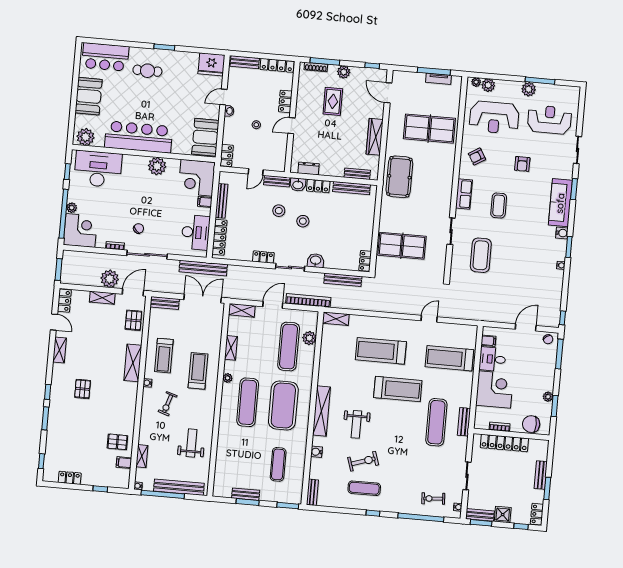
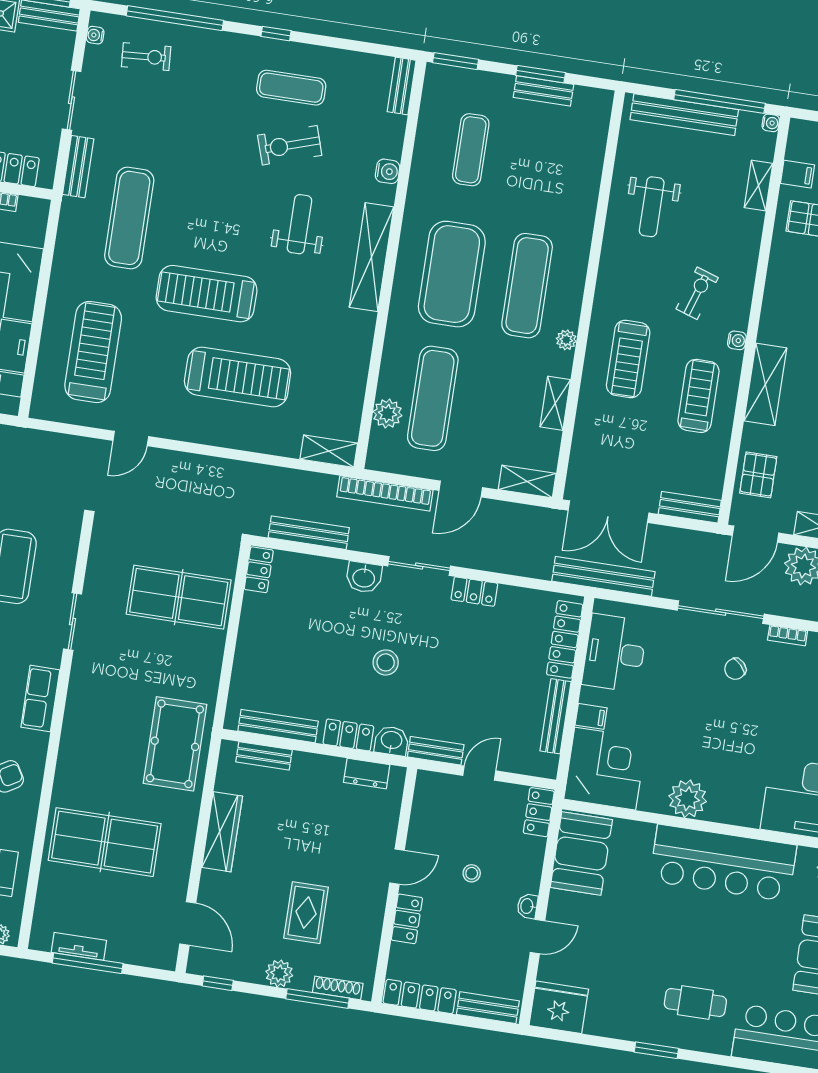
stool: (279, 211) -> (435, 688), removed
treadmill: (449, 358) -> (93, 352), turned -90
bench: (464, 422) -> (78, 167), moved

